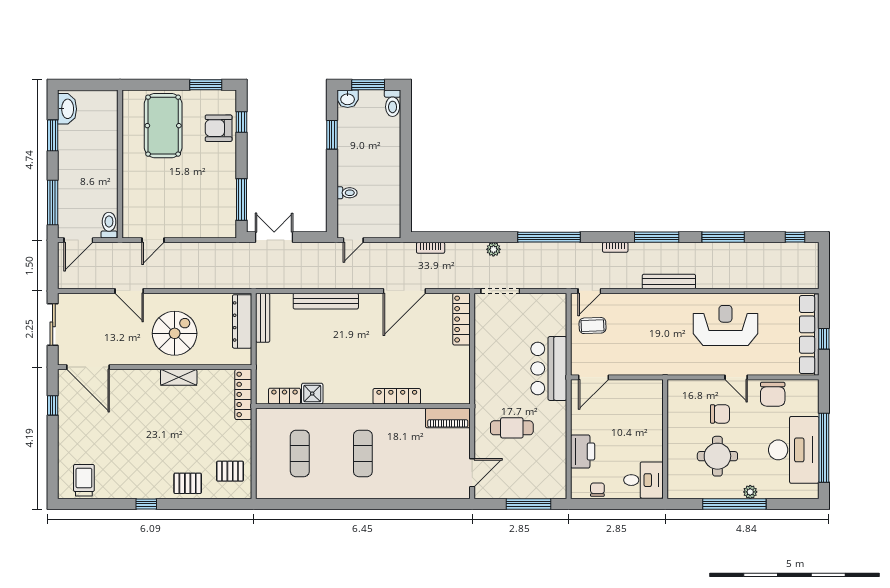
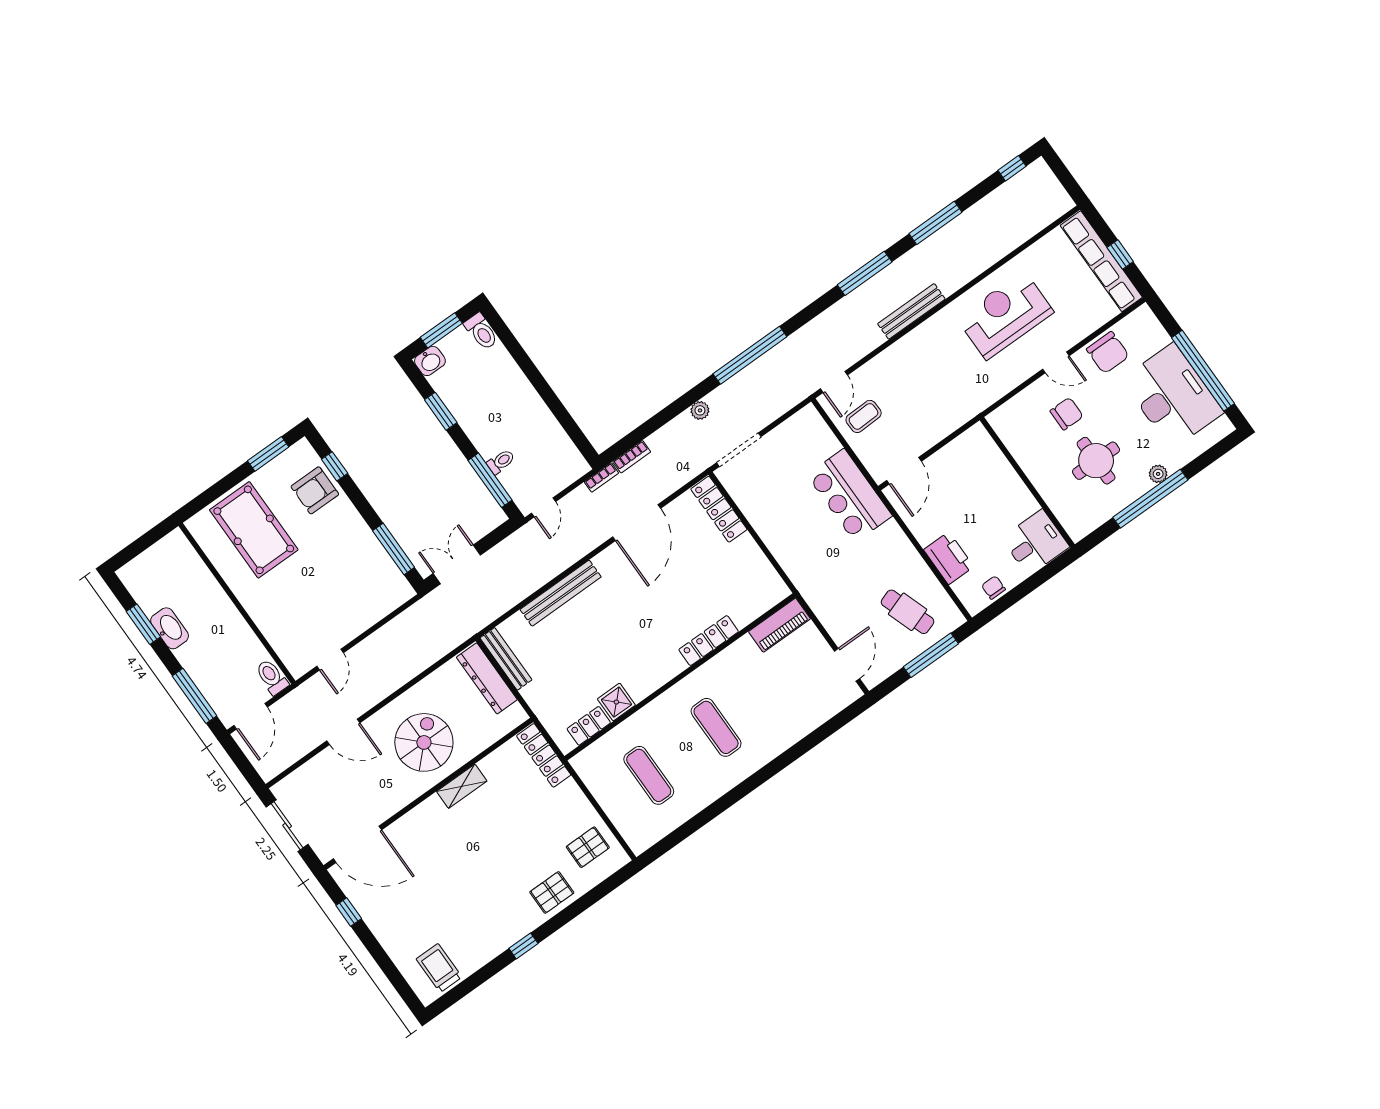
washbasin: (67, 109) -> (170, 628), moved
window: (332, 200) -> (490, 480), added
bookcase: (615, 247) -> (601, 477), moved
cafe table: (512, 428) -> (908, 612), moved, turned 71

